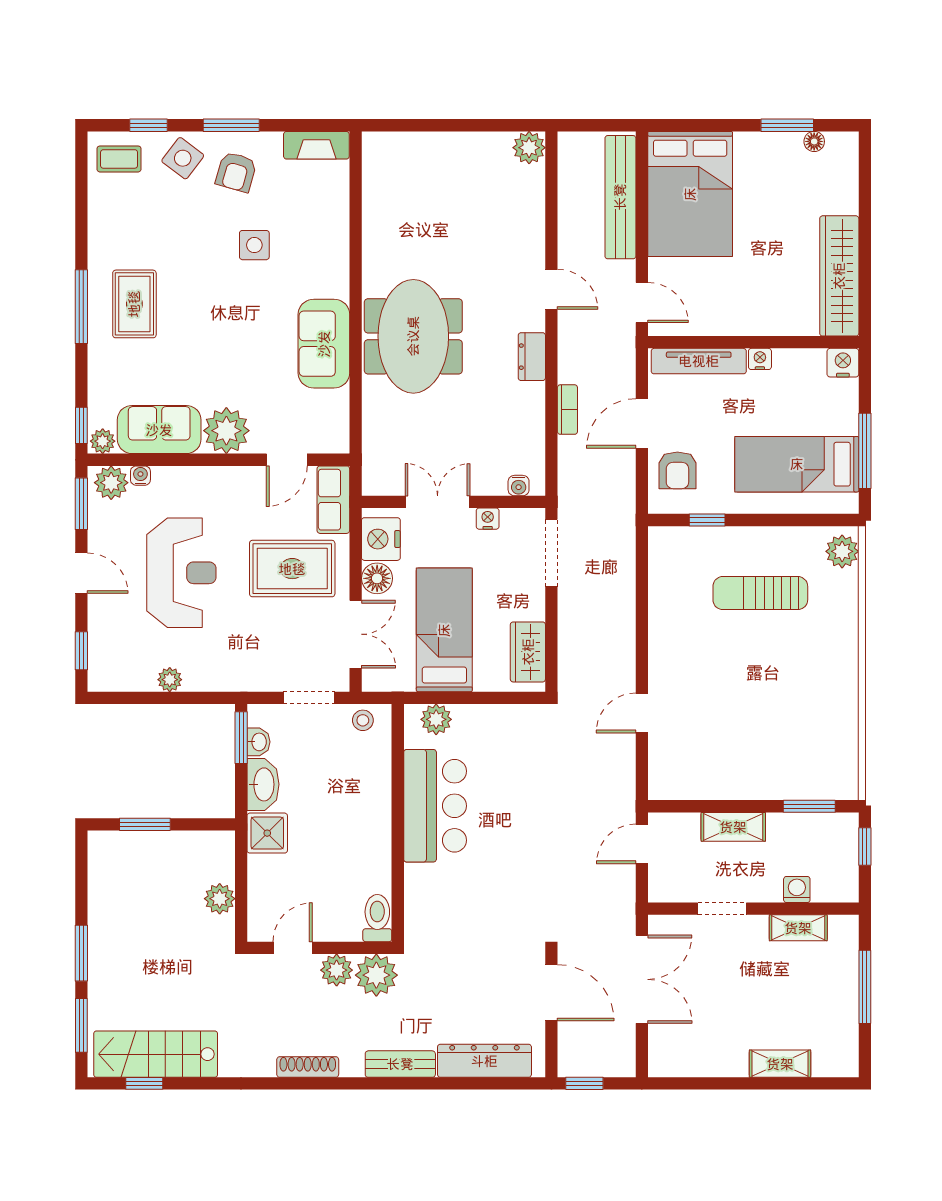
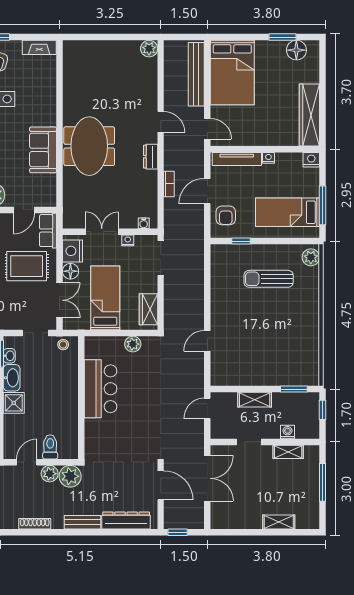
floor lamp: (814, 141) -> (296, 50), width x1.89, depth x1.89
plant: (436, 719) -> (133, 344), moved
toilet: (377, 918) -> (50, 447), moved

